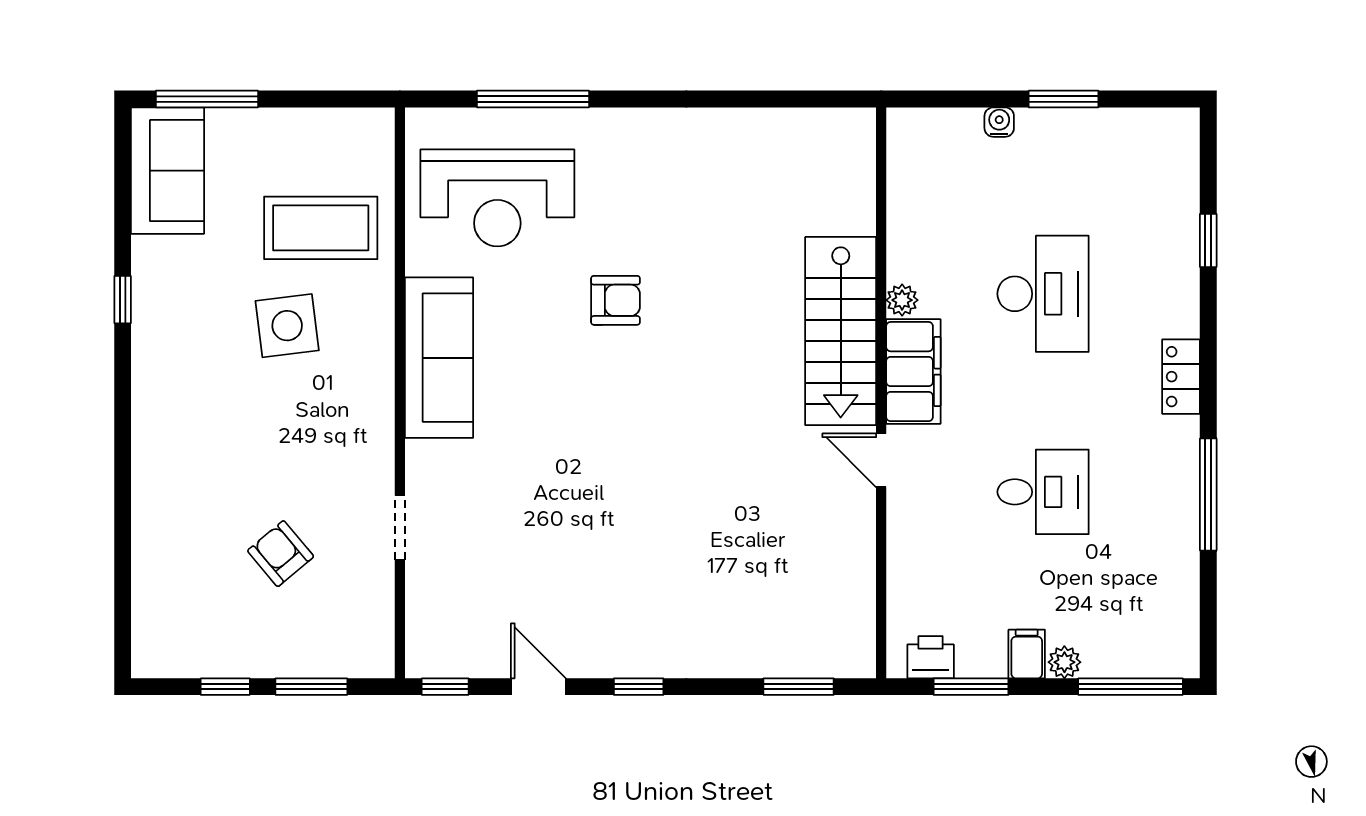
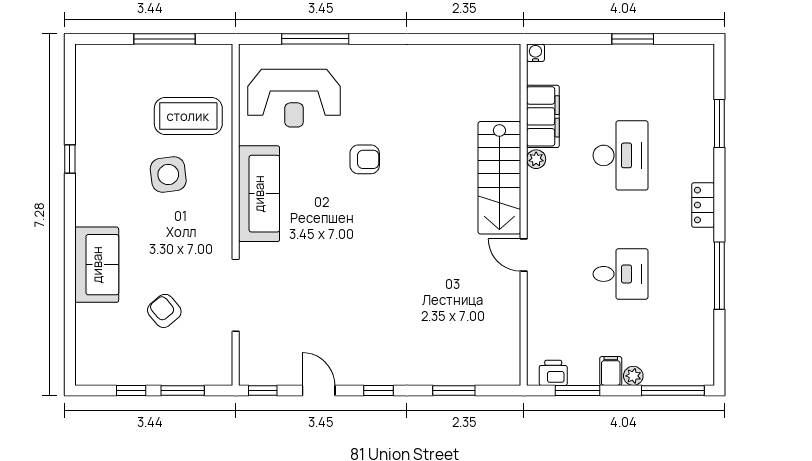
window: (207, 99) -> (165, 39), moved
water cooler: (999, 122) -> (535, 53), moved
sofa: (167, 171) -> (97, 265), moved
window: (1208, 240) -> (719, 124), width x1.50
filing cabinet: (913, 372) -> (543, 116), moved
doorway: (400, 528) -> (236, 295), width x1.87
window: (799, 687) -> (454, 390), moved

